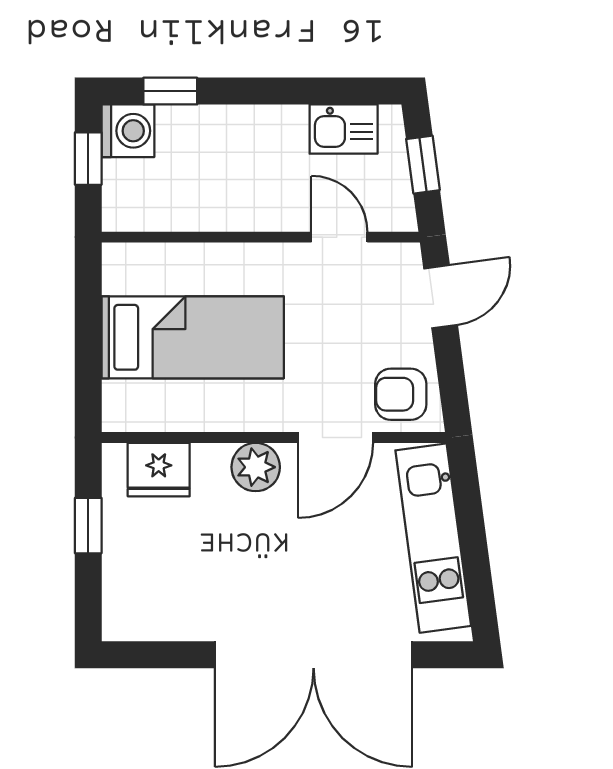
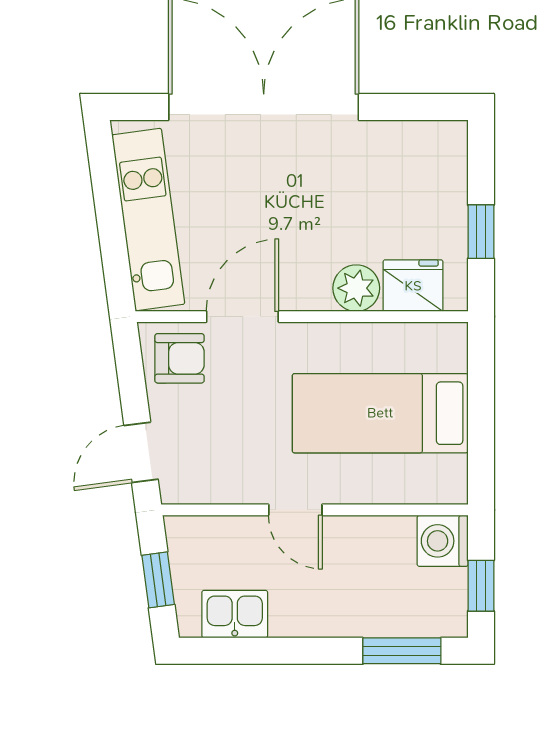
window: (170, 91) -> (402, 651), width x1.50
washing machine: (128, 131) -> (443, 541), moved
door: (339, 237) -> (295, 510), moved
plant: (256, 467) -> (356, 288), moved

